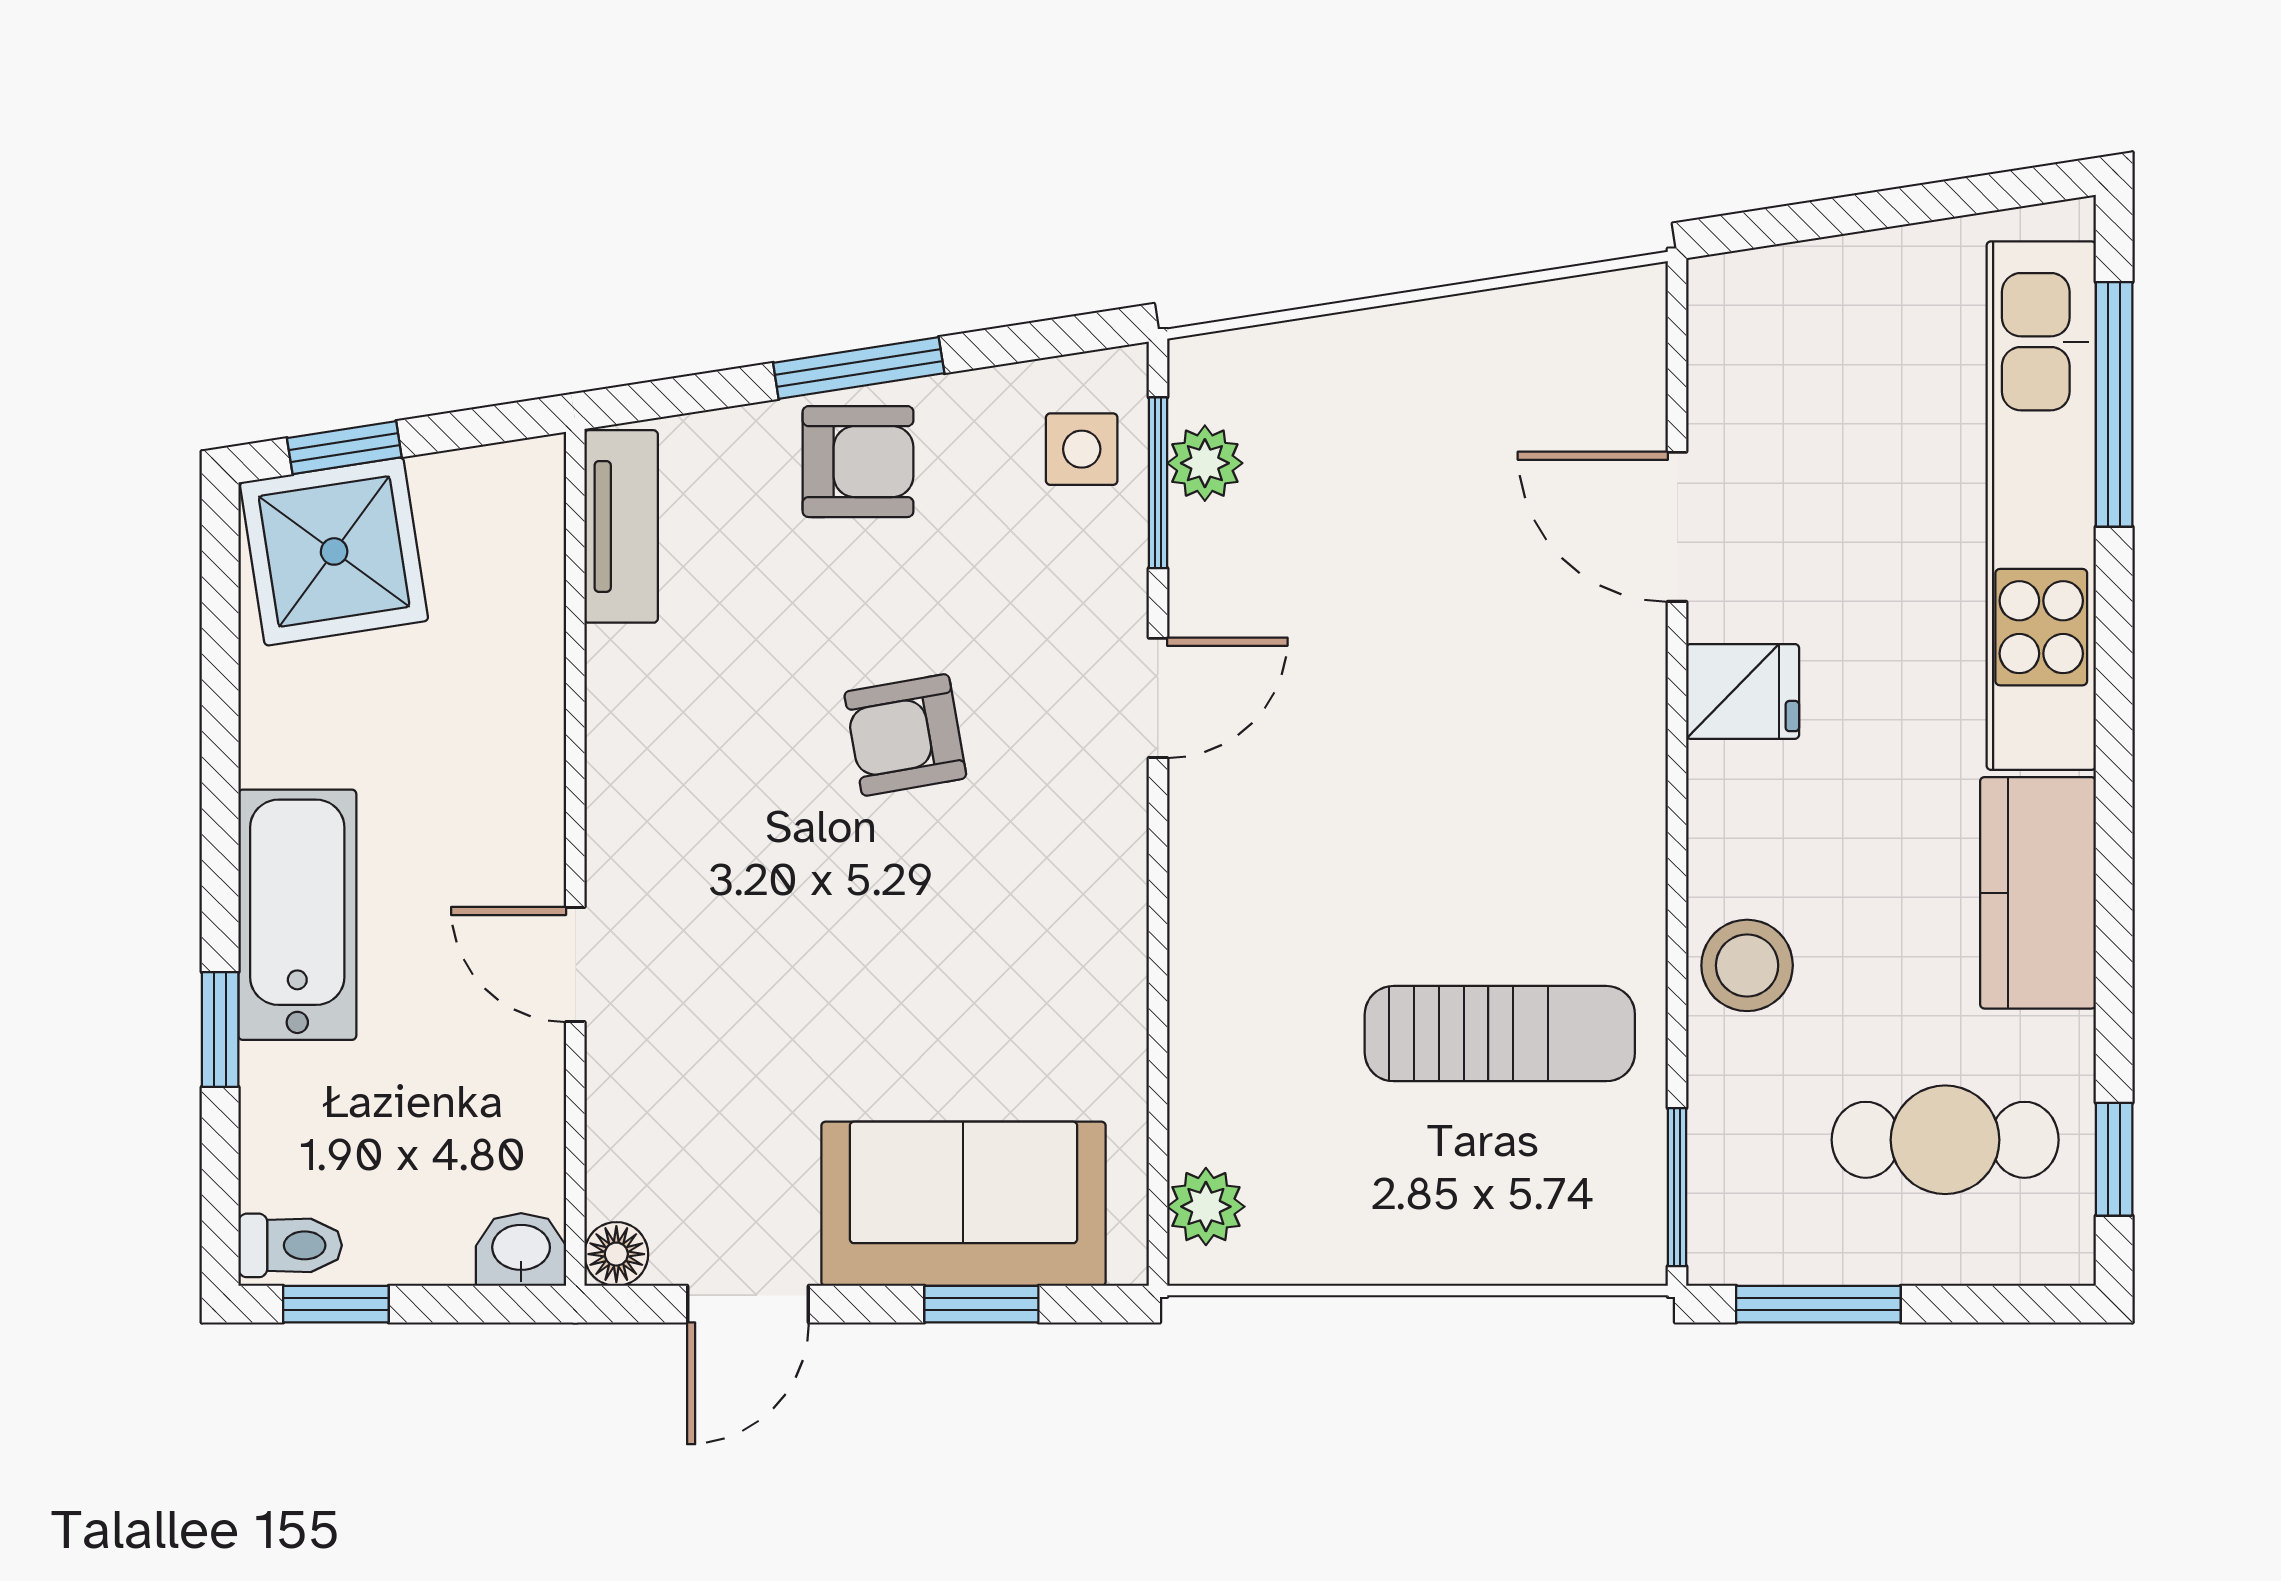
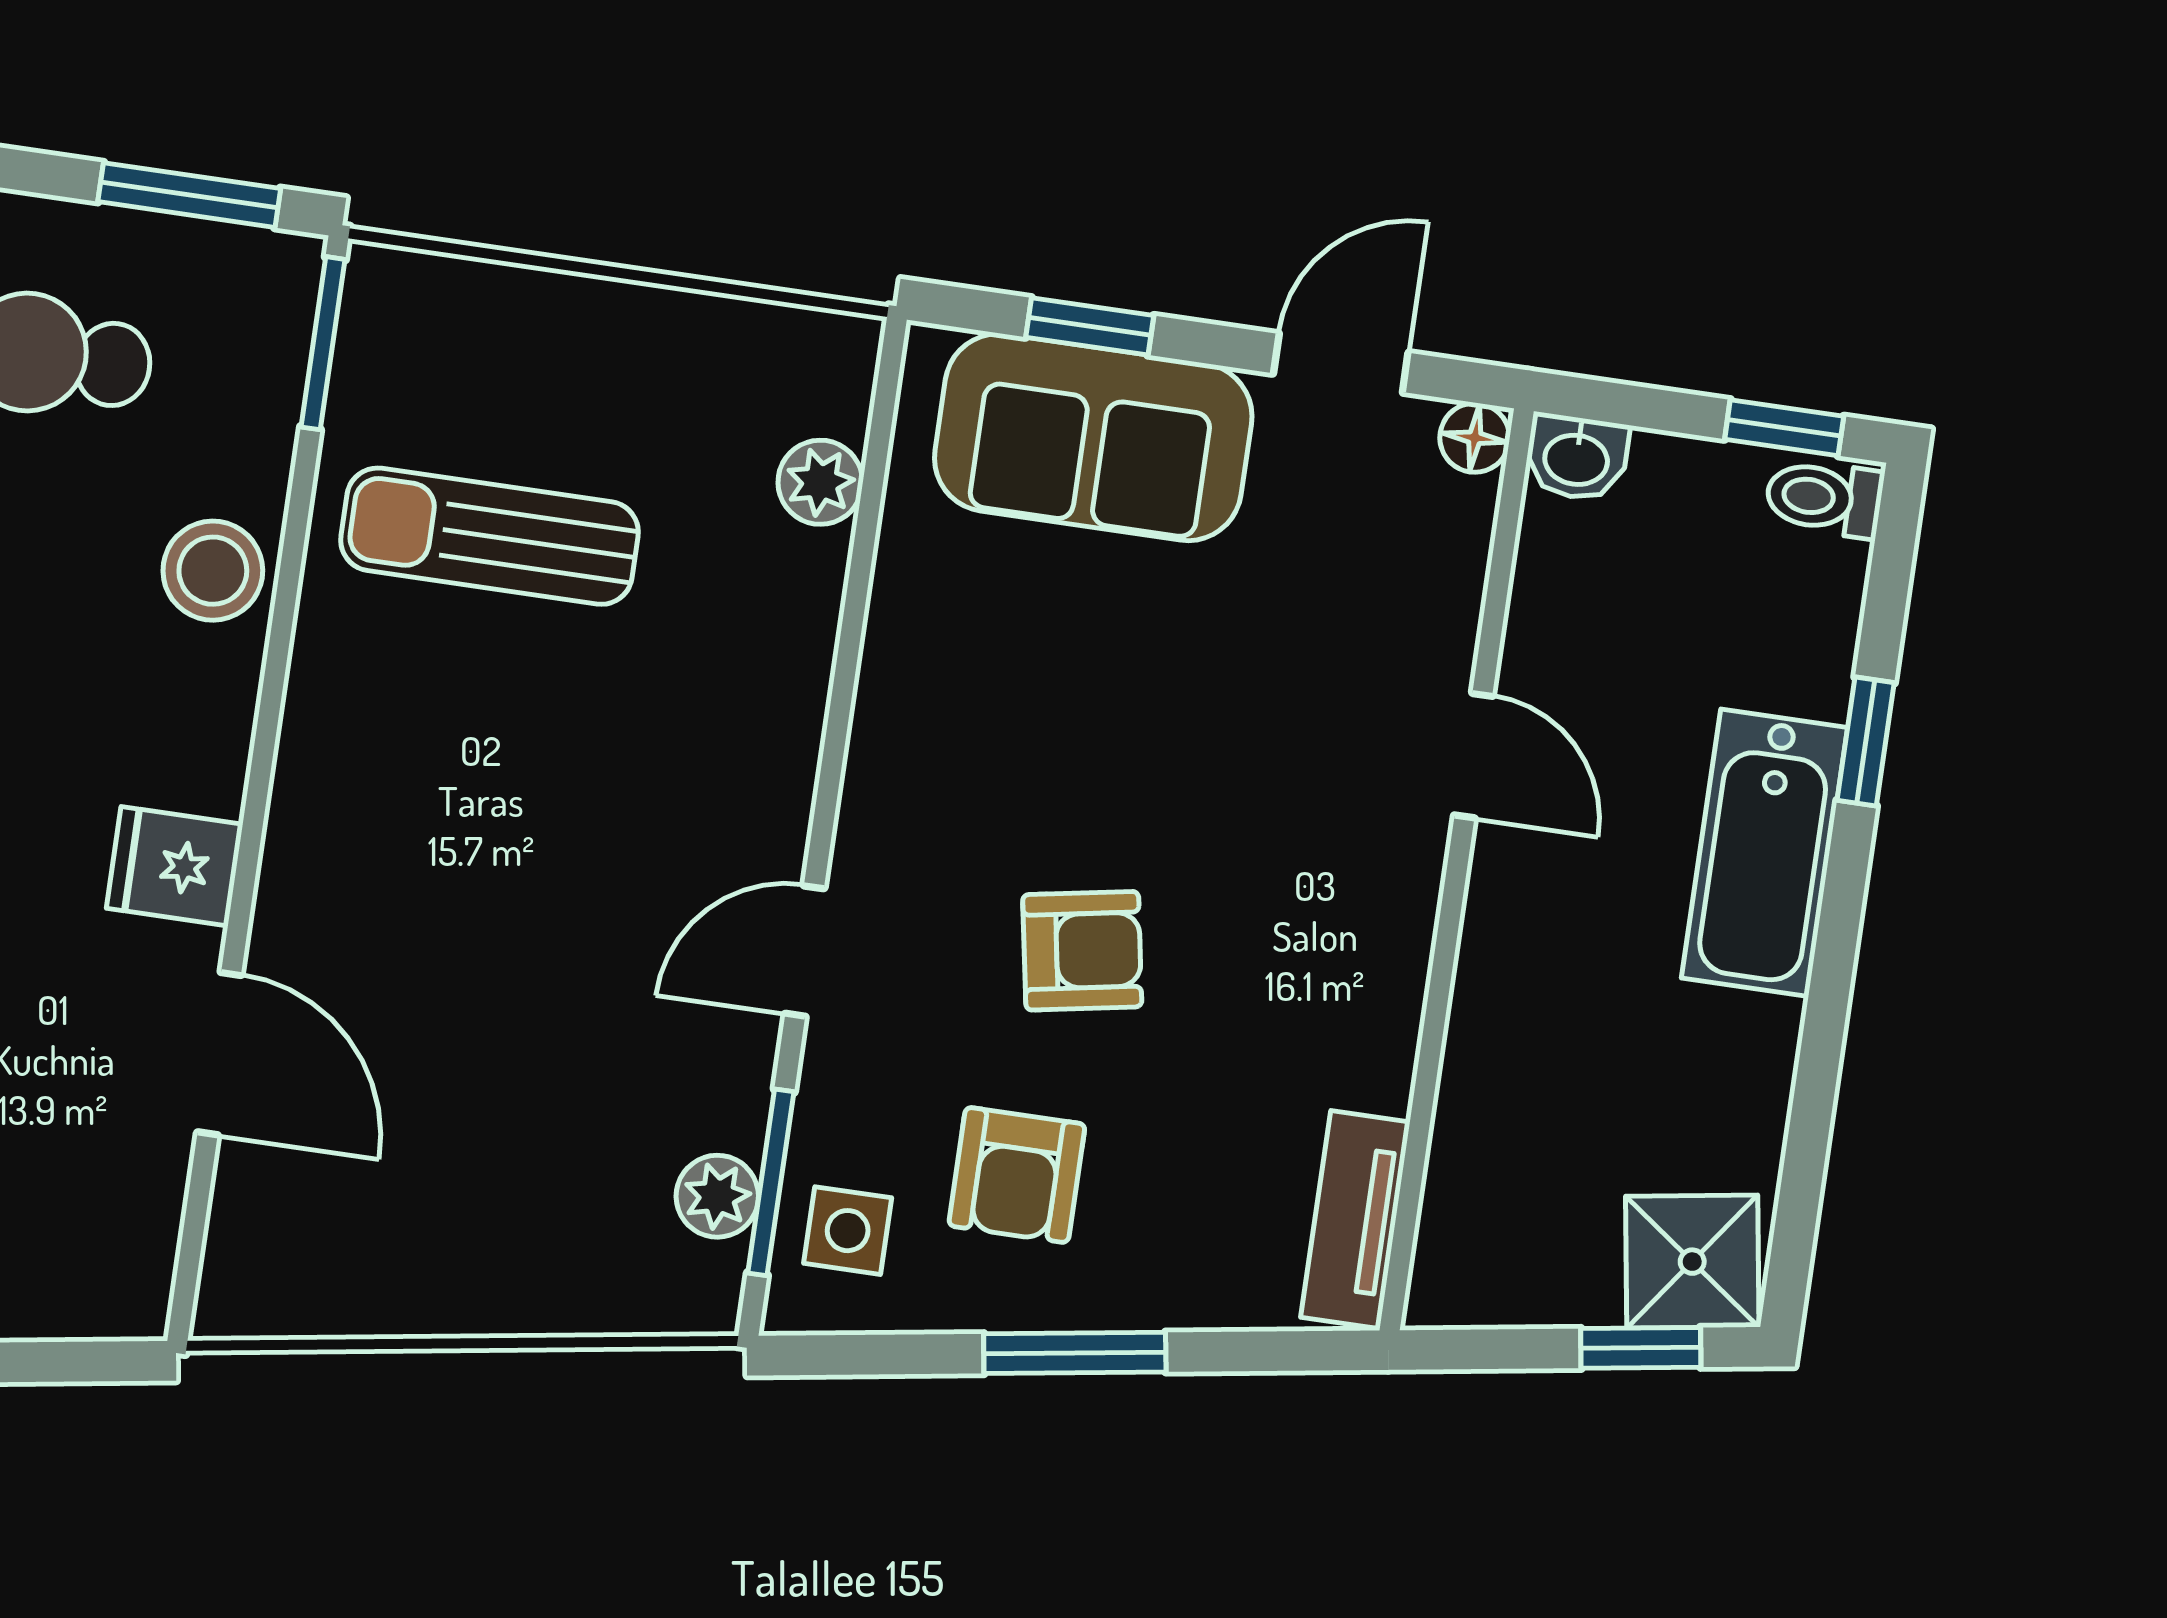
armchair: (858, 462) -> (1017, 1175), moved, turned -90
shower: (334, 551) -> (1692, 1262), width x0.73, depth x0.73
plant: (1206, 1207) -> (820, 482), moved

